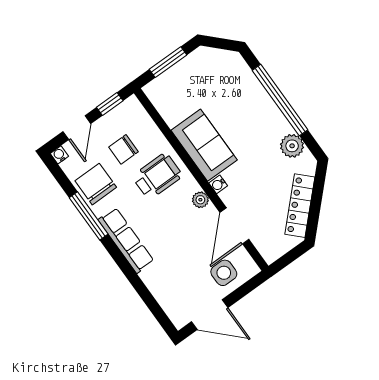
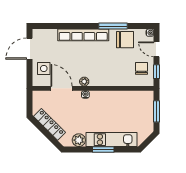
kitchen unit: (257, 98) -> (112, 140), added
window: (280, 100) -> (103, 150), width x0.47
sofa: (204, 145) -> (108, 101), removed
chair: (123, 149) -> (142, 68), moved
wheelchair: (157, 176) -> (109, 70), removed
row of seats: (126, 240) -> (83, 35), width x1.36

